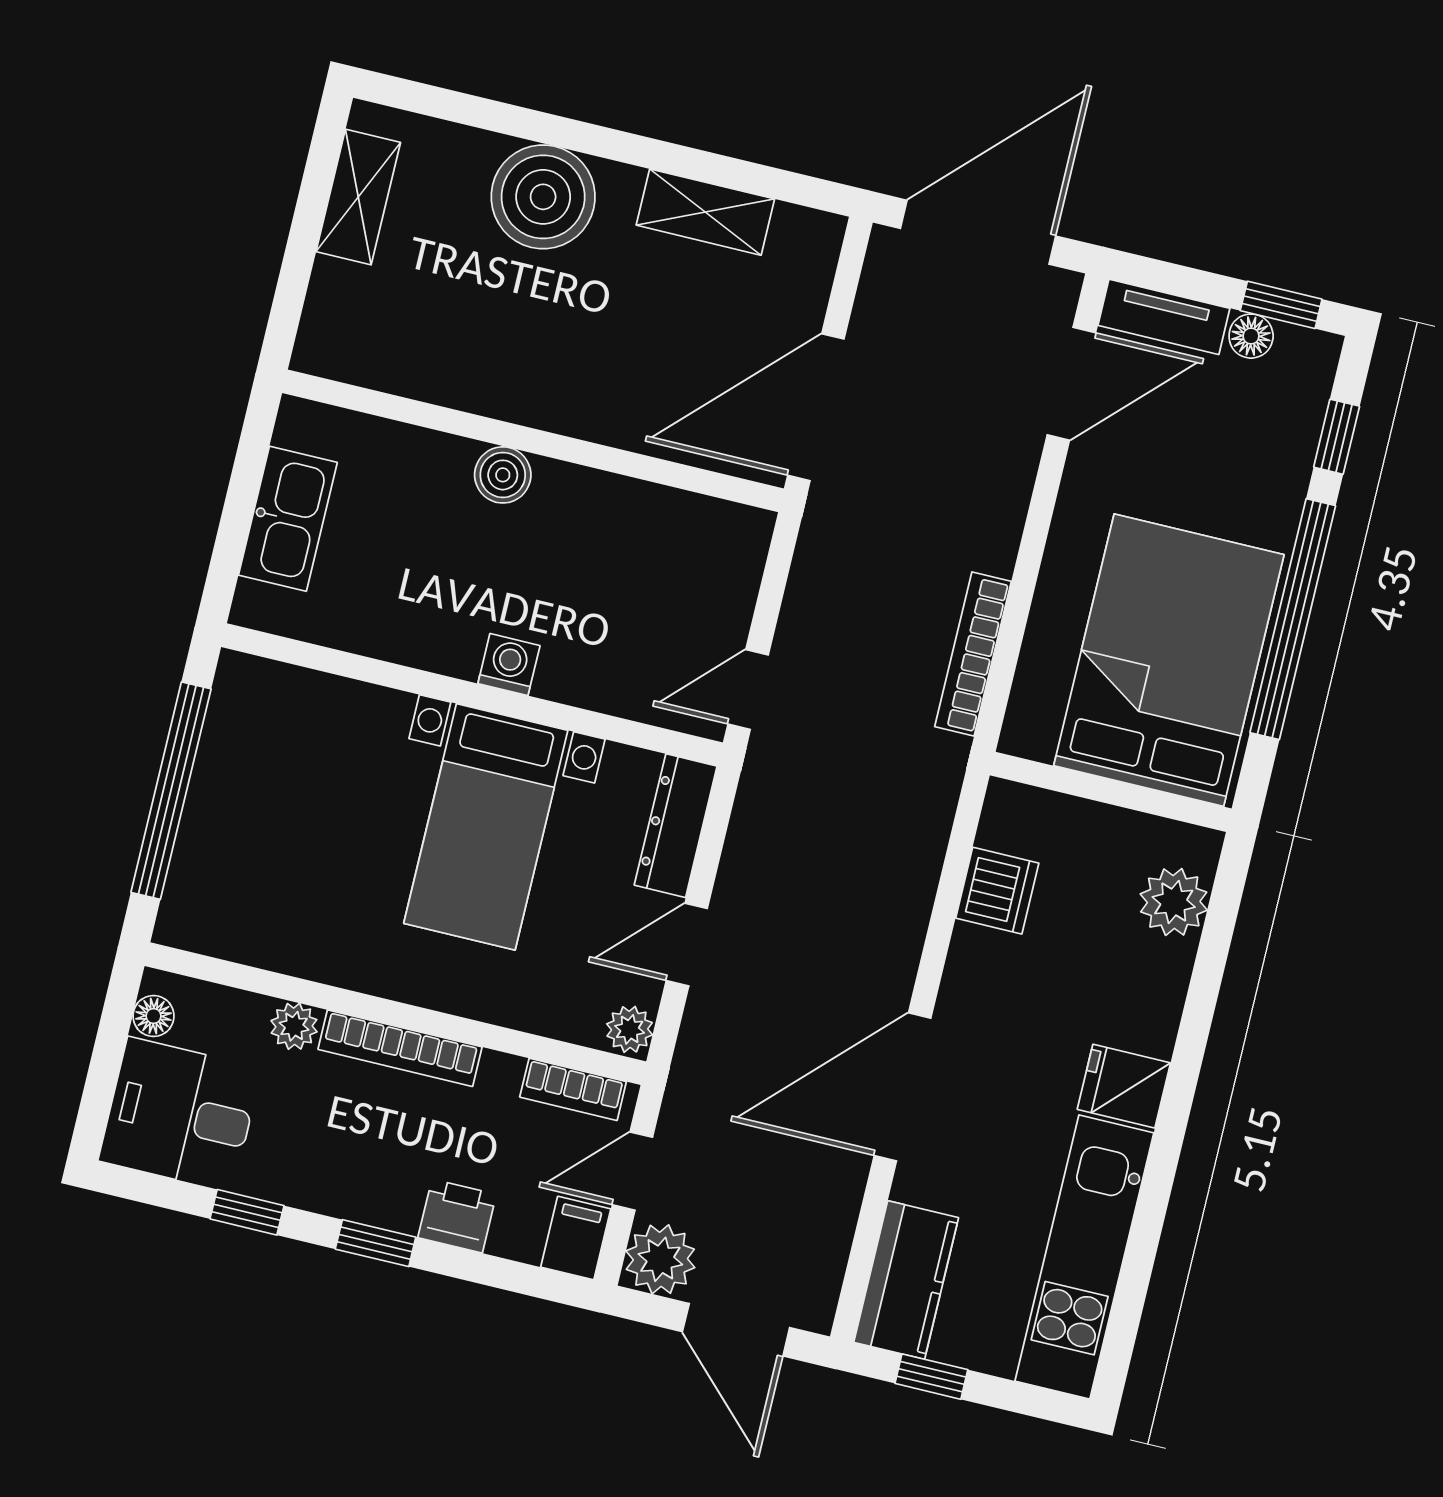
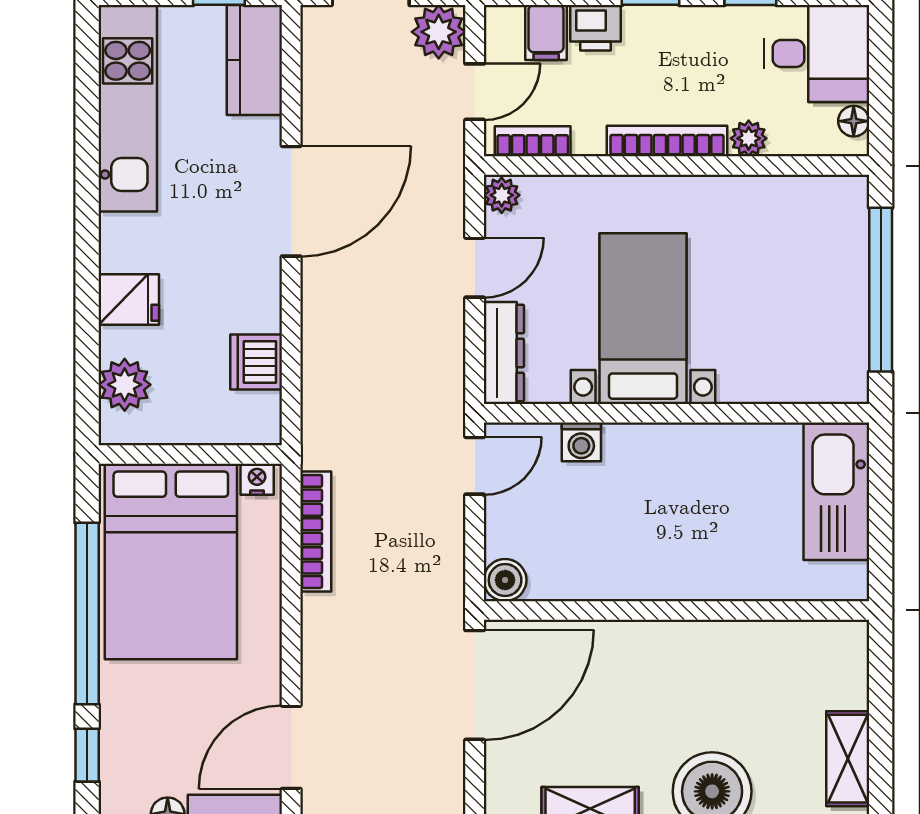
boiler: (503, 475) -> (505, 580), moved
kitchen sink: (288, 519) -> (836, 492), width x1.36, depth x1.24
washing machine: (509, 665) -> (581, 442), moved
nightstand: (1032, 739) -> (257, 479), added
fridge: (1124, 1086) -> (129, 300), moved
filing cabinet: (576, 1238) -> (546, 32), moved

